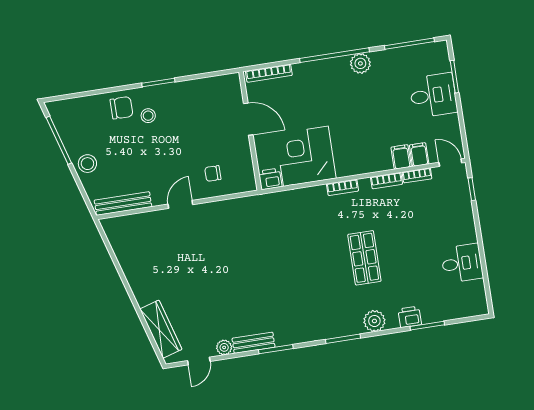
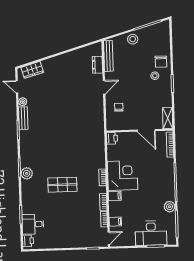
plant: (360, 63) -> (170, 207), moved
shelving: (221, 83) -> (168, 118), added
desk: (433, 95) -> (151, 233), width x1.37
door: (248, 119) -> (146, 130), hinge flipped
corner desk: (306, 156) -> (123, 175), moved
filing cabinet: (401, 157) -> (115, 196), moved
door: (180, 204) -> (104, 87), hinge flipped
dresser: (141, 221) -> (97, 65), added
desk: (462, 263) -> (33, 224), moved, turned 90
printer: (410, 317) -> (28, 241), moved
plant: (374, 321) -> (27, 173), moved
wardrobe: (161, 329) -> (32, 70), width x0.67

